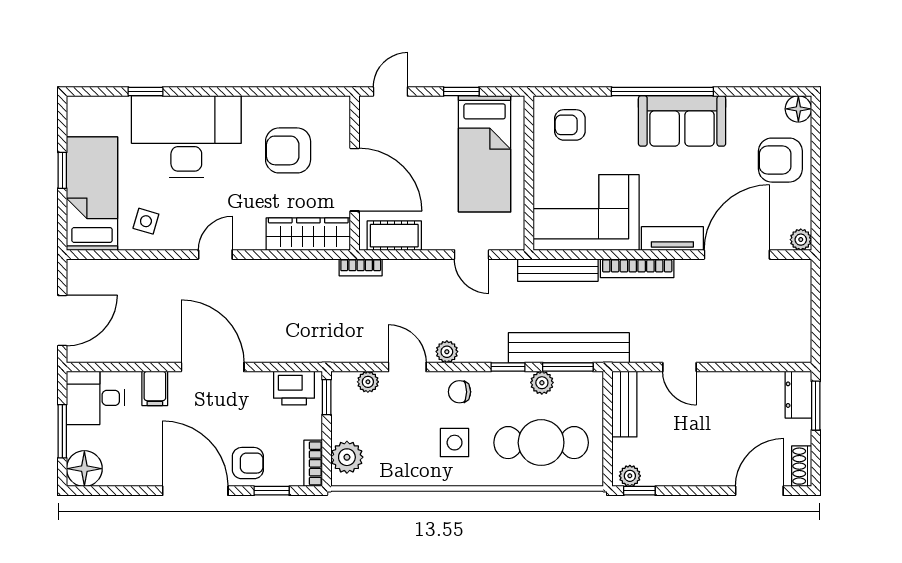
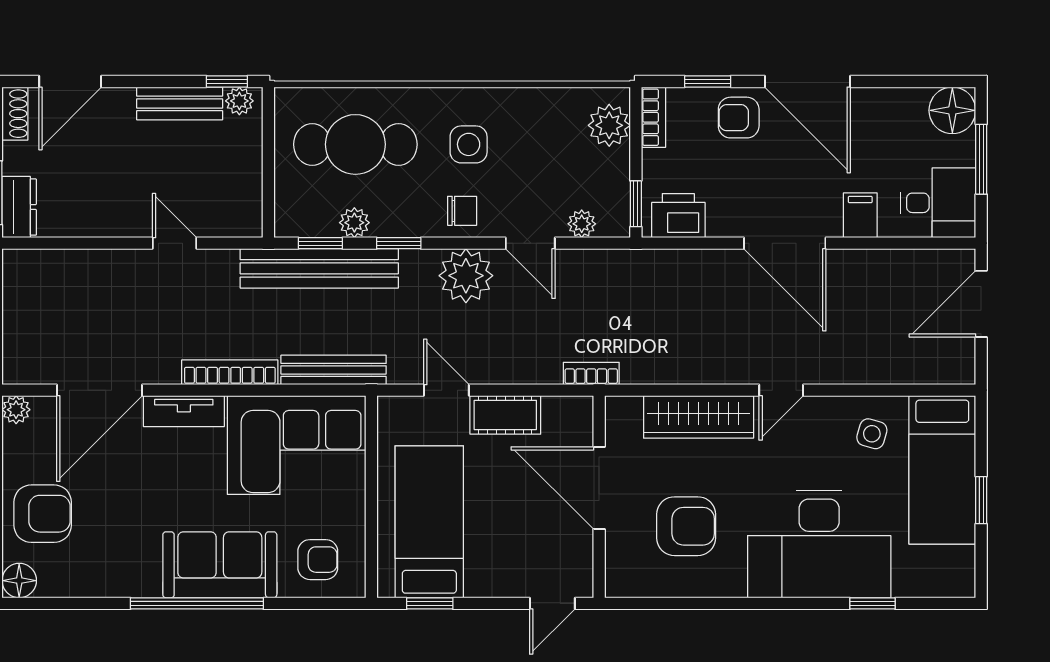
window: (461, 91) -> (430, 603), moved
sofa: (682, 121) -> (220, 565), moved
wardrobe: (308, 234) -> (699, 417), moved
cot: (394, 236) -> (505, 415), moved
plant: (447, 352) -> (466, 276), width x1.88, depth x1.88
window: (568, 367) -> (320, 243), width x0.67
bench: (624, 404) -> (180, 103), moved, turned 90

